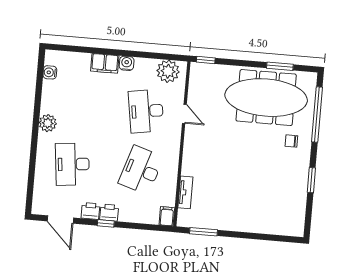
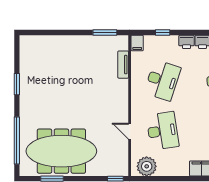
water cooler: (127, 63) -> (183, 170), removed
chair: (291, 141) -> (37, 116), removed
window: (106, 223) -> (163, 32), moved

